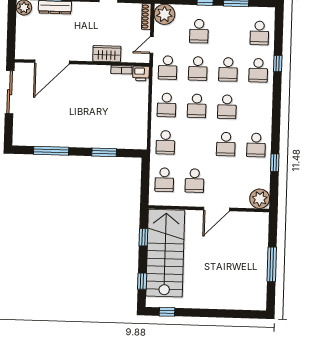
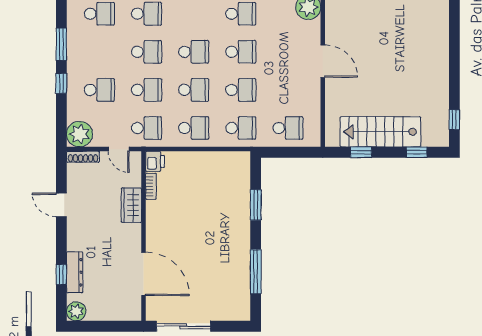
school desk: (195, 181) -> (241, 90), moved
stairs: (165, 253) -> (380, 132), width x0.73, depth x0.66

